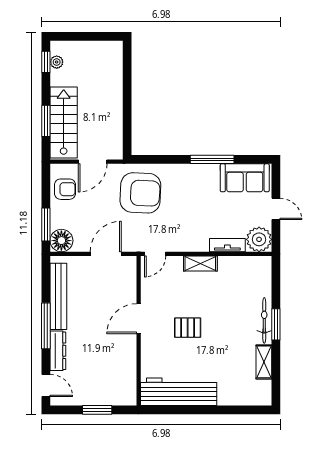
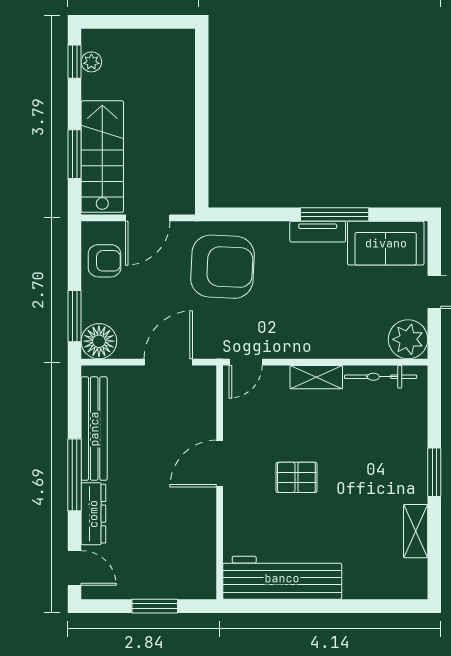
tv unit: (227, 245) -> (318, 232), moved, turned 180
bicycle: (264, 320) -> (381, 377), moved, turned -90

